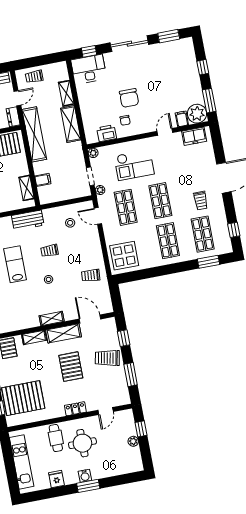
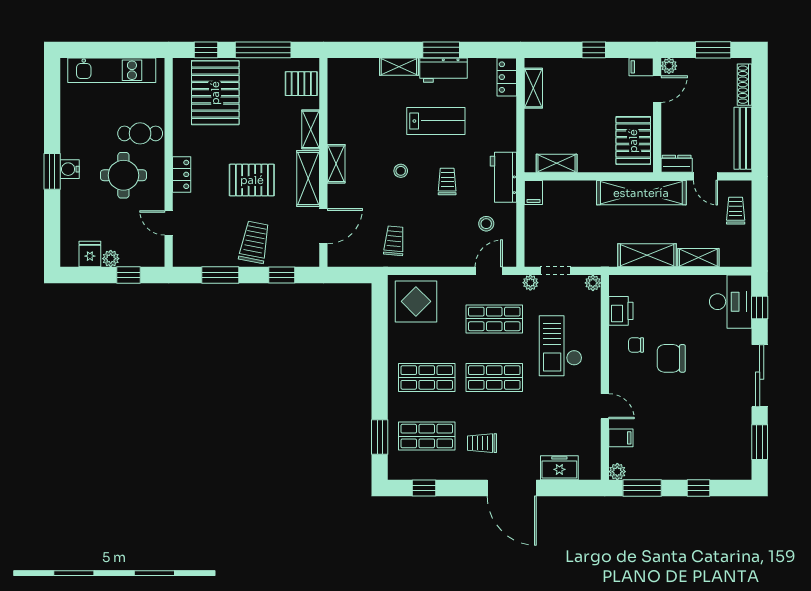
plant: (197, 114) -> (617, 472), width x0.53, depth x0.53
freezer: (194, 136) -> (559, 468), moved, turned 90
filing cabinet: (43, 180) -> (533, 193), moved
workbench: (28, 220) -> (503, 177), moved
fridge: (56, 479) -> (90, 254), moved, turned -90

